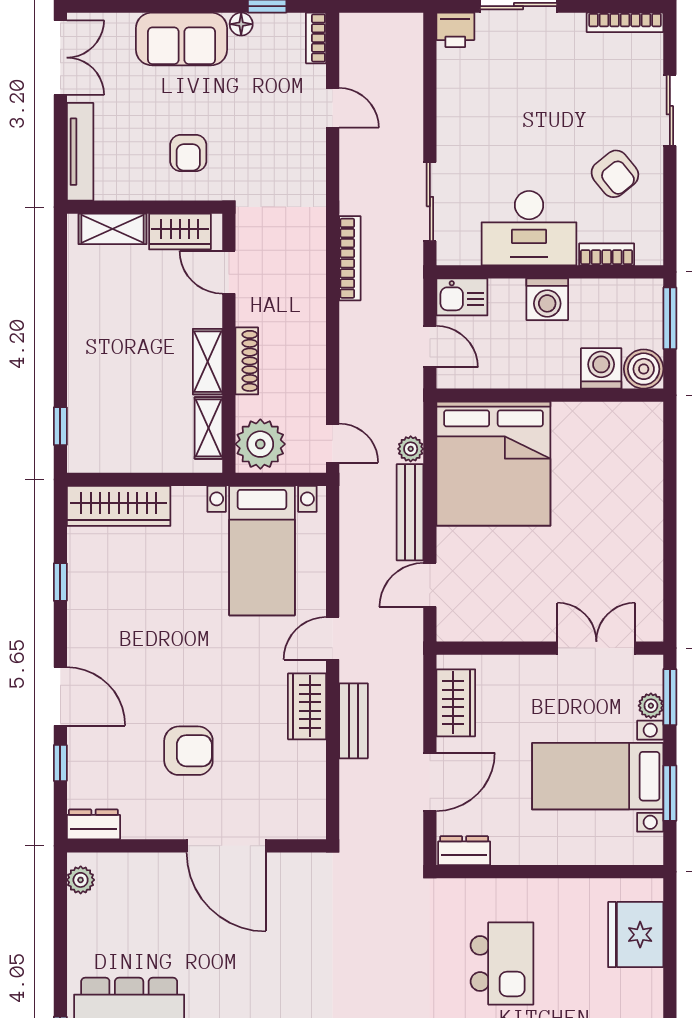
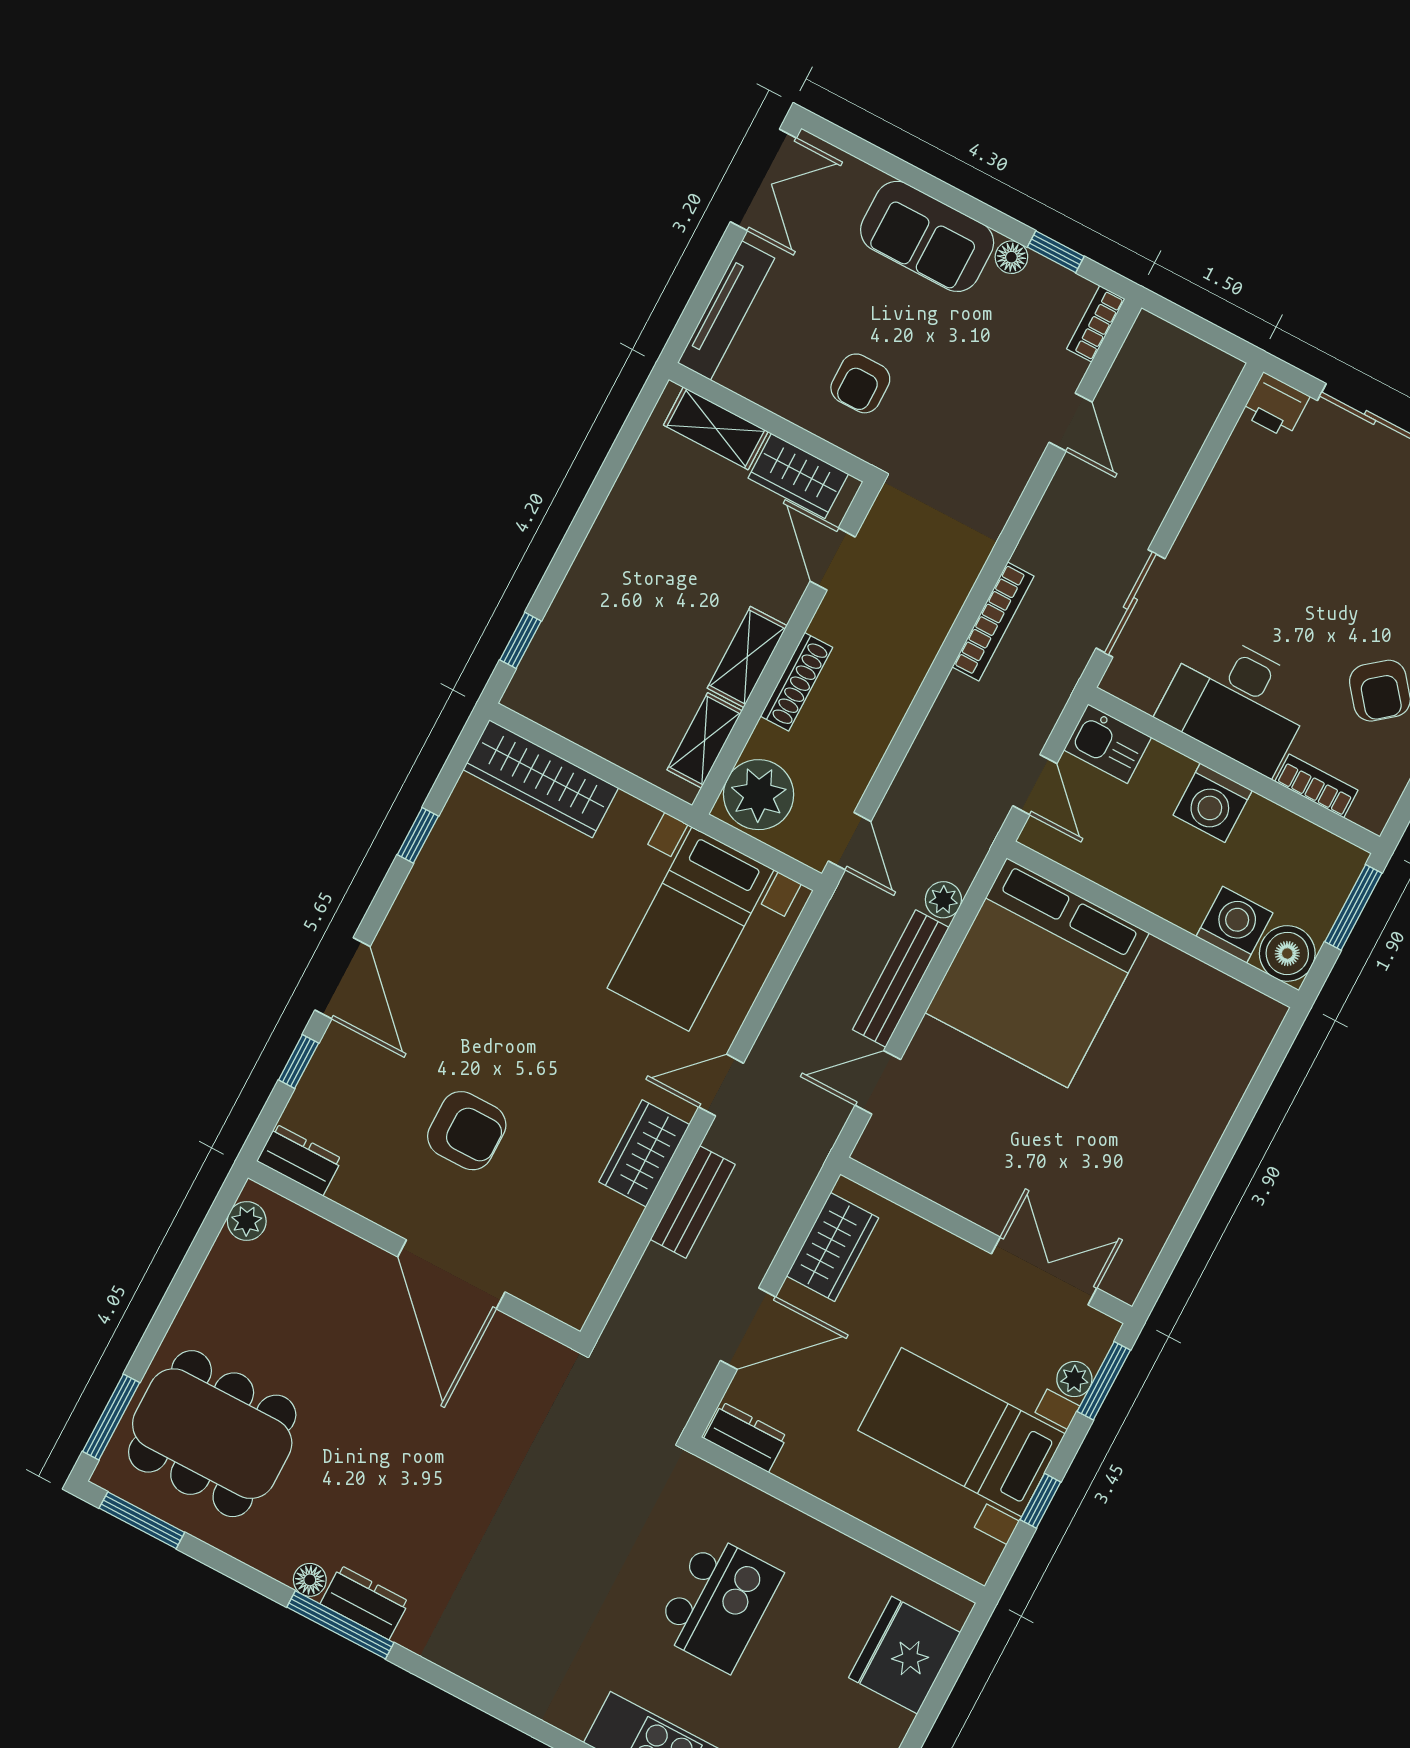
window: (670, 793) -> (1040, 1501), width x0.67

